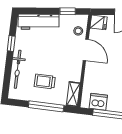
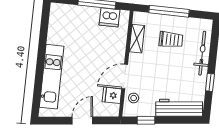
fridge: (99, 22) -> (112, 95), moved
door: (86, 50) -> (125, 77), hinge flipped
shelving: (73, 94) -> (137, 39), moved

